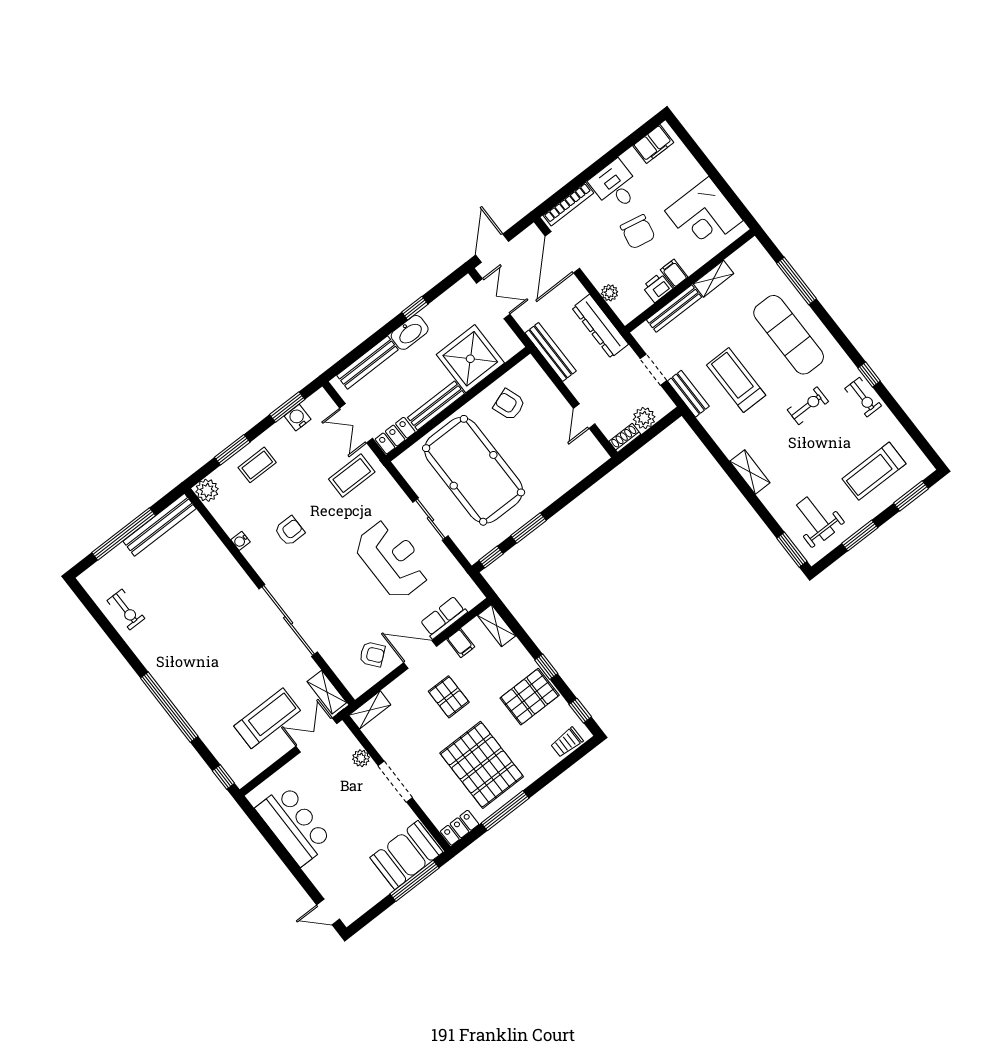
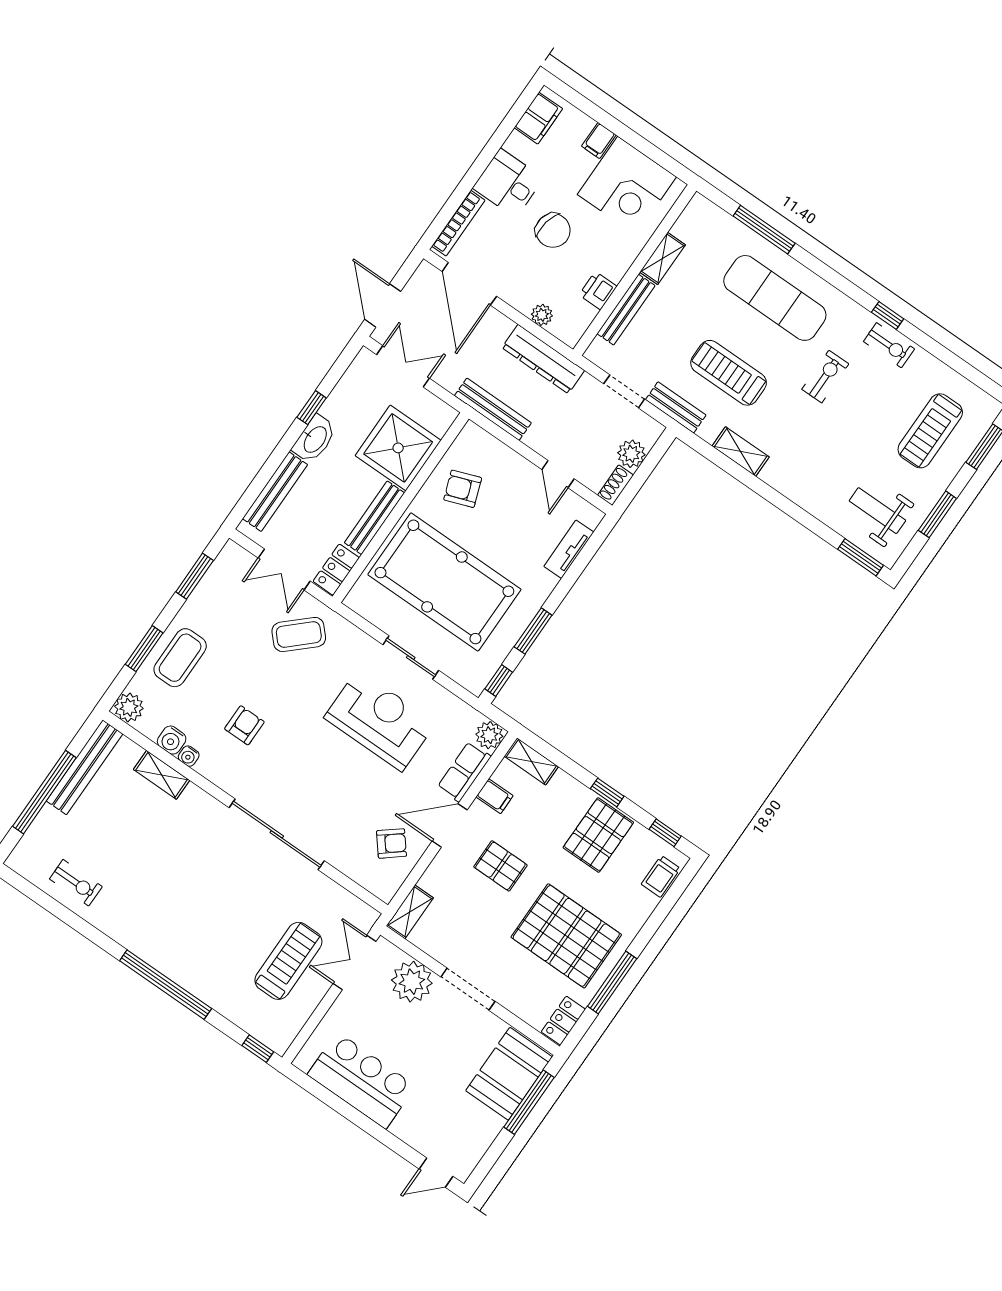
filing cabinet: (674, 273) -> (599, 141), moved, turned -90
water cooler: (298, 418) -> (172, 740), moved, turned -90
coffee table: (257, 465) -> (180, 658), width x1.36, depth x1.30
shelving: (750, 472) -> (741, 451), moved
tv unit: (575, 475) -> (569, 549), added
coffee table: (352, 476) -> (299, 635), turned 47
plant: (471, 596) -> (489, 735), added
shelving: (327, 692) -> (162, 775), moved
plant: (361, 758) -> (412, 982), width x1.88, depth x1.88

